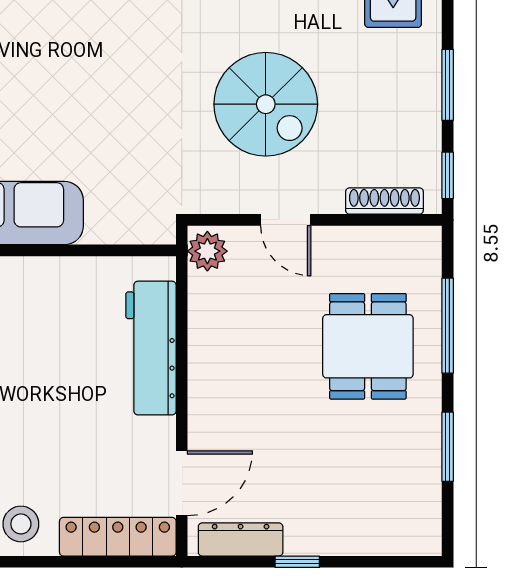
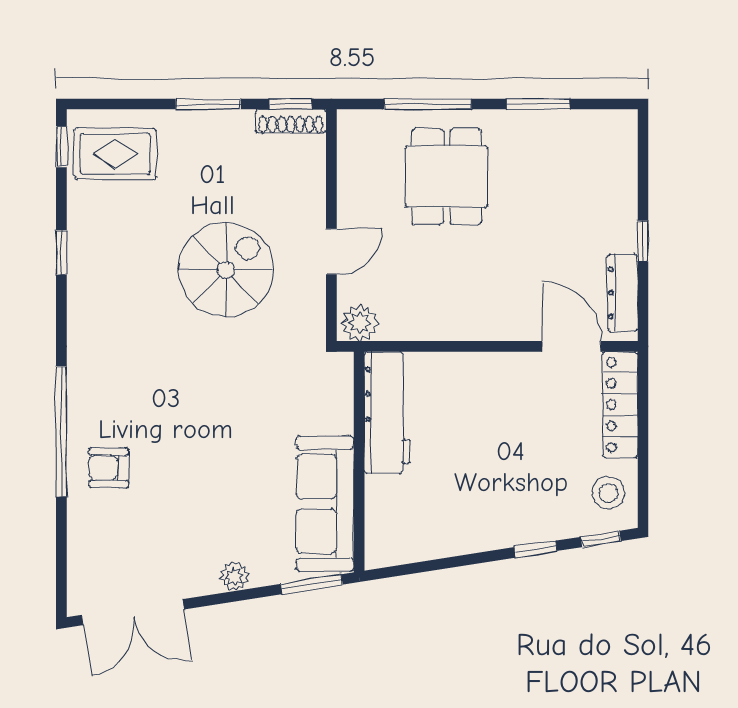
shoe rack: (384, 201) -> (291, 121), moved, turned -90
dining table: (368, 346) -> (447, 177), turned 90
workbench: (151, 348) -> (387, 412), moved, turned -90

